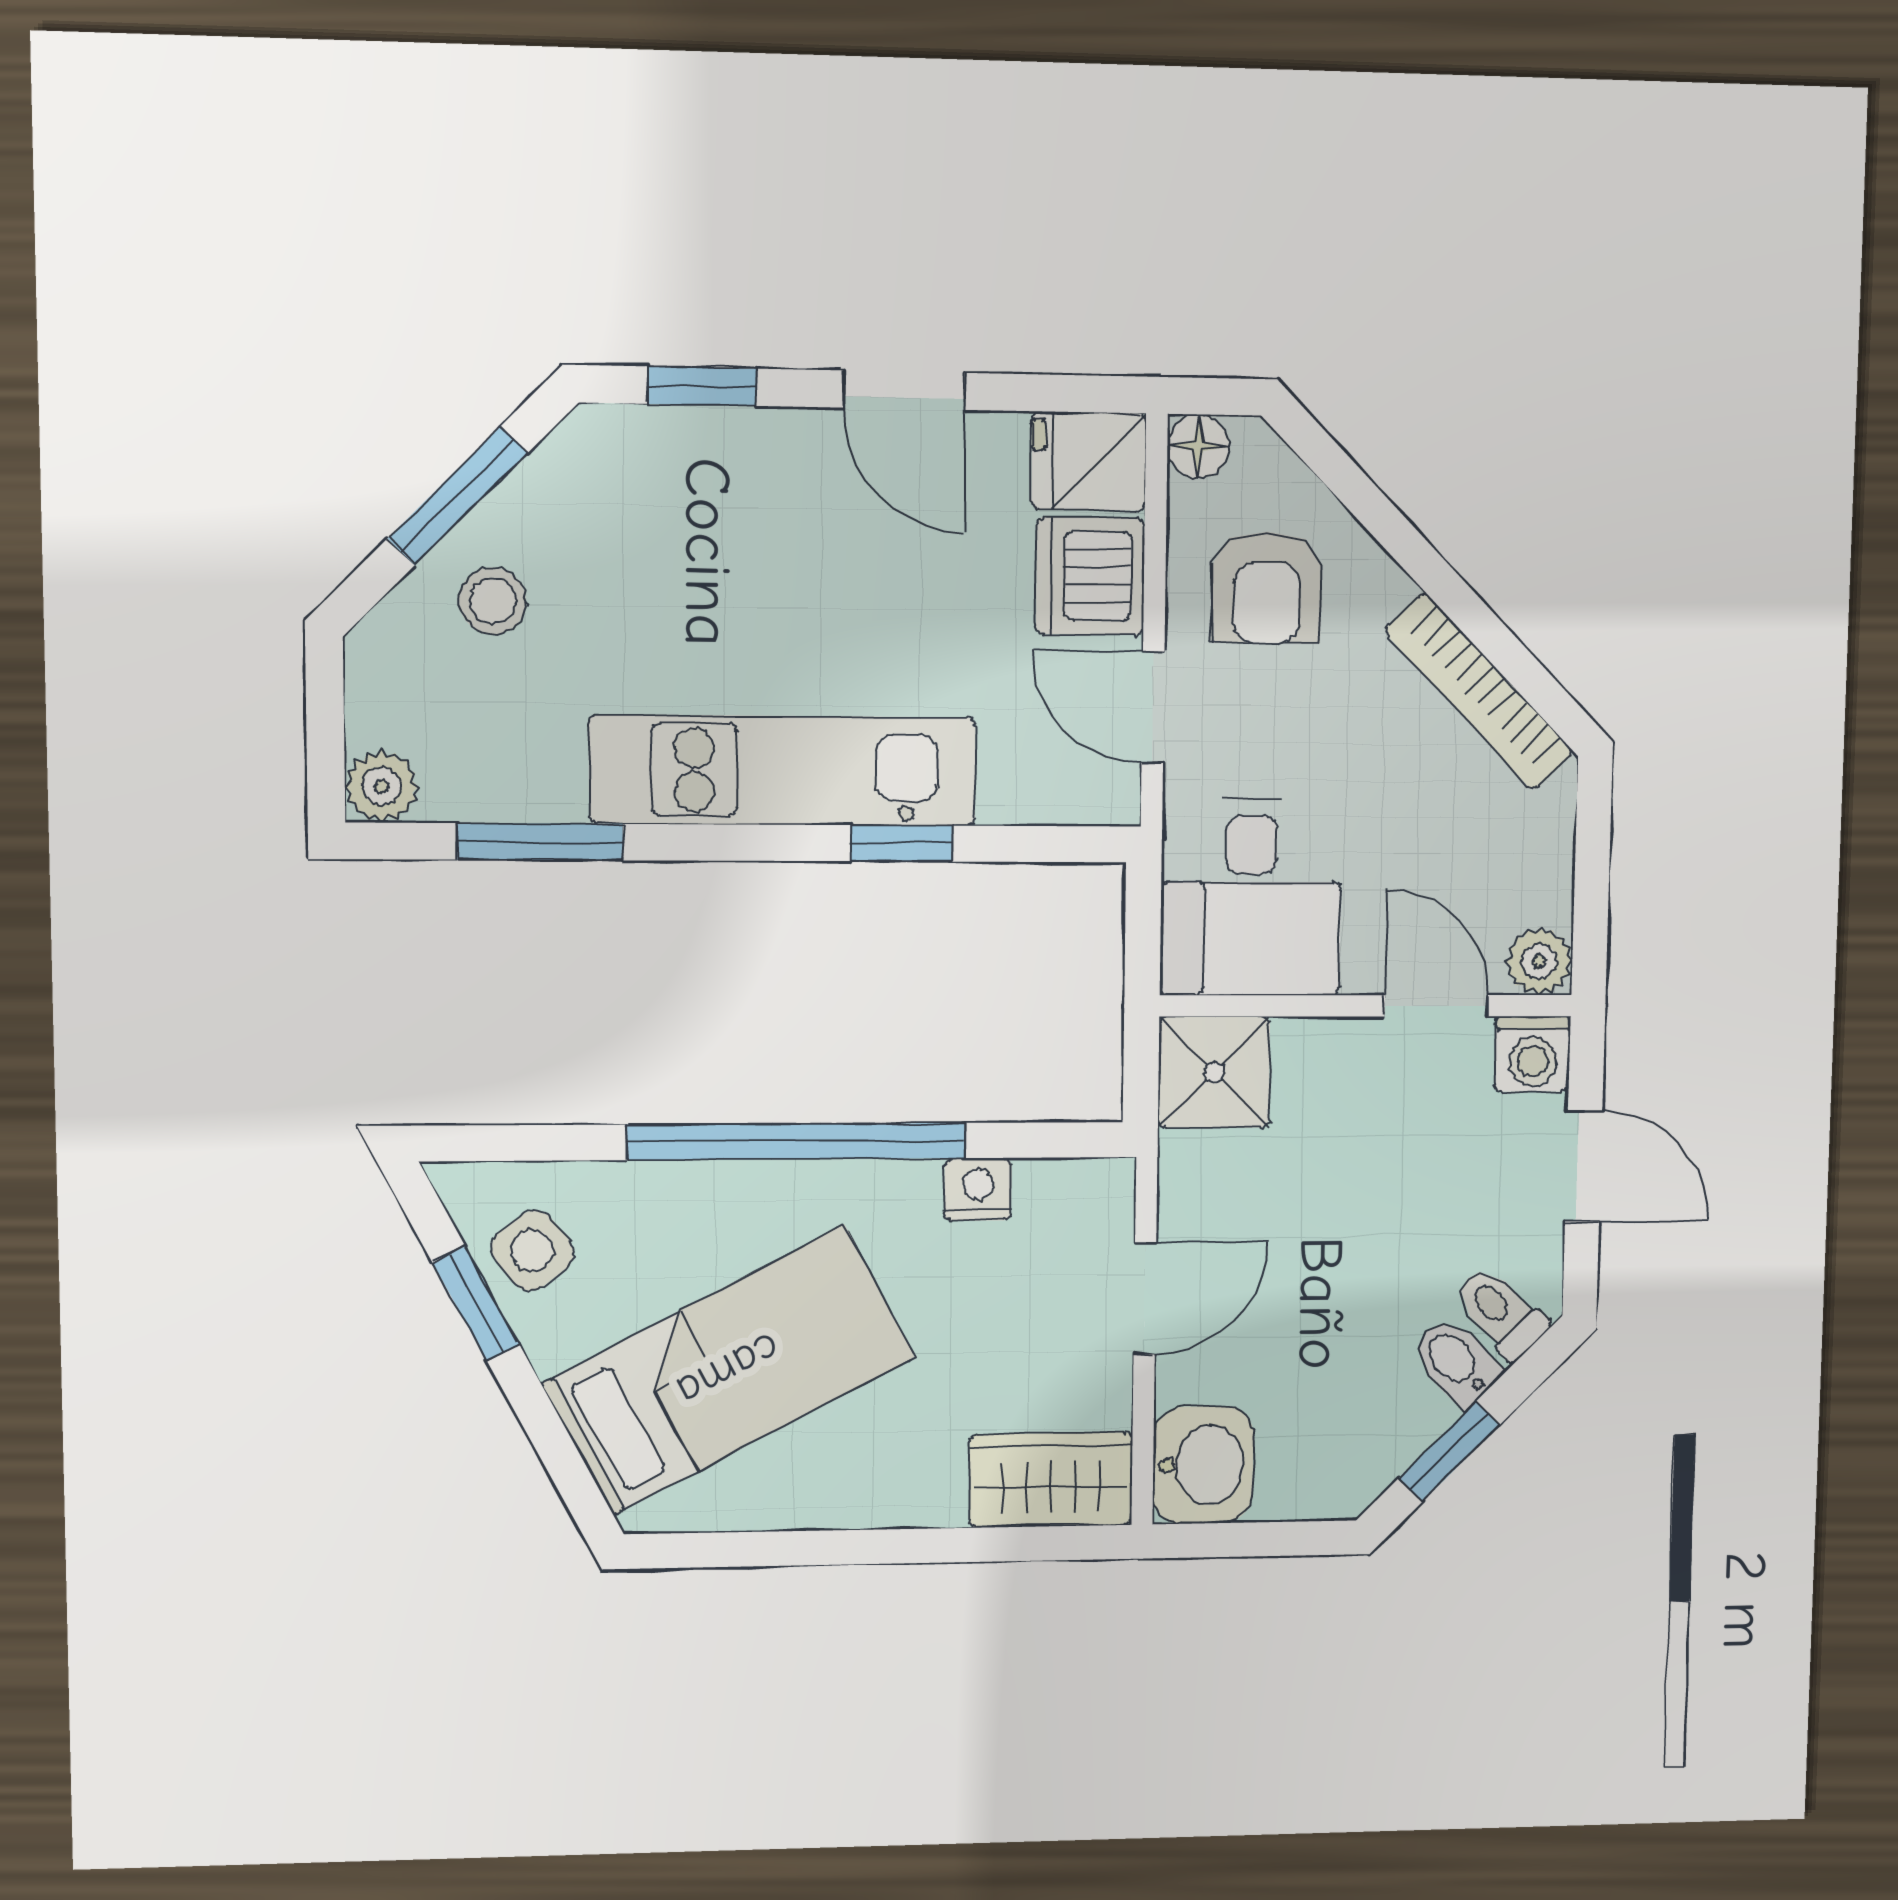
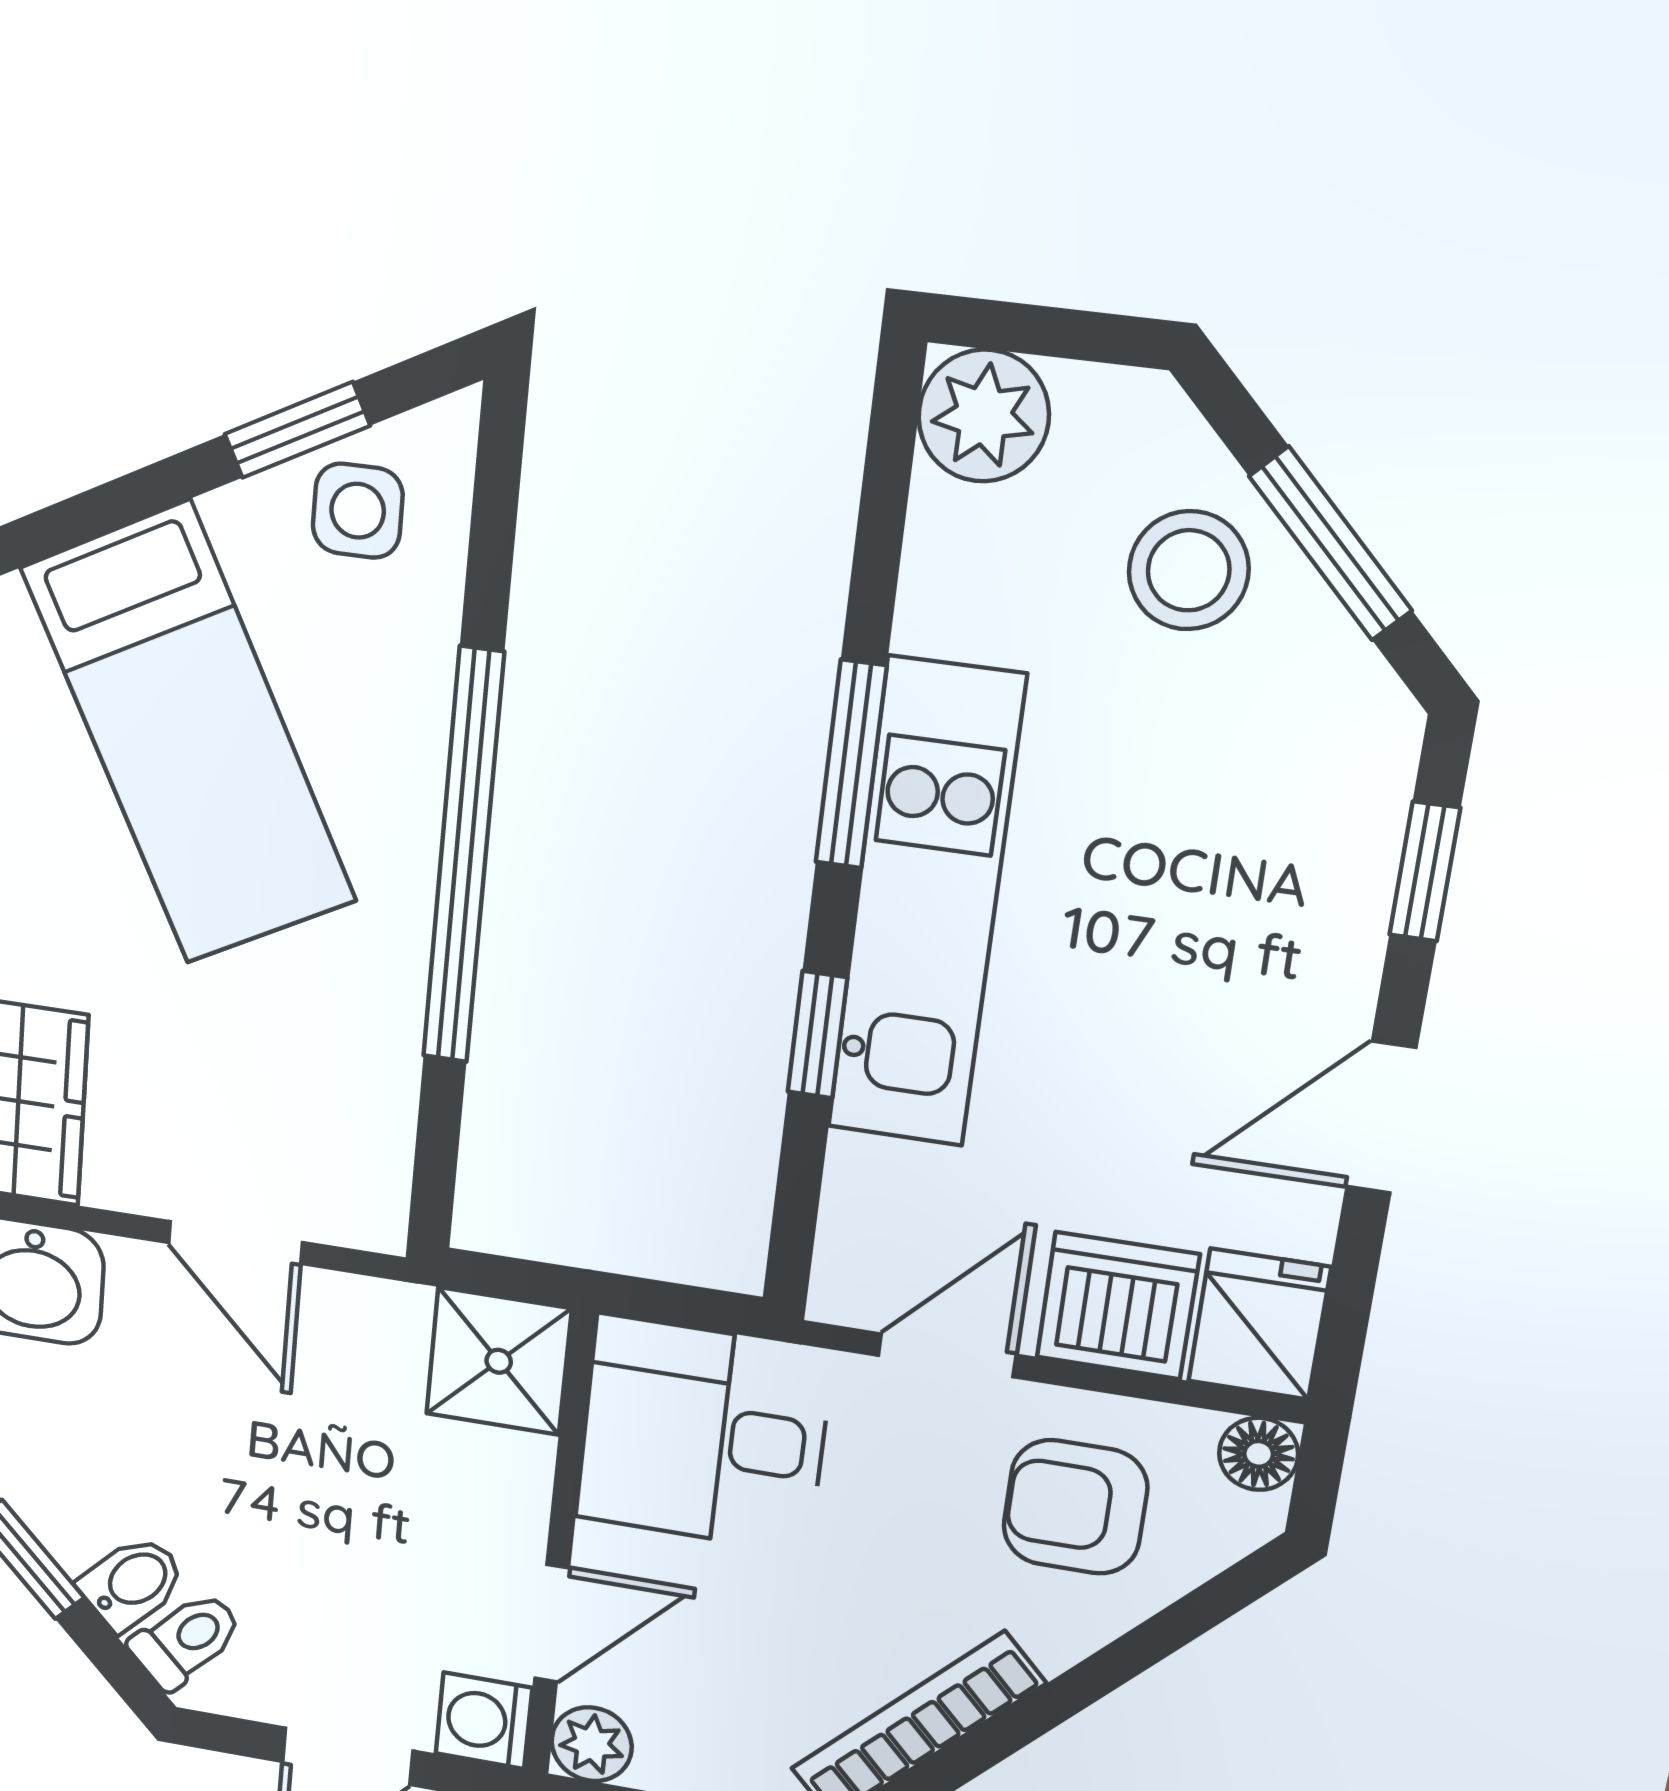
stool: (492, 601) -> (1189, 570), width x1.37, depth x1.37
plant: (382, 786) -> (984, 416), width x1.38, depth x1.38
window: (540, 842) -> (851, 765), moved
nightstand: (978, 1189) -> (384, 1066), removed
side table: (532, 1251) -> (358, 511), turned 38

